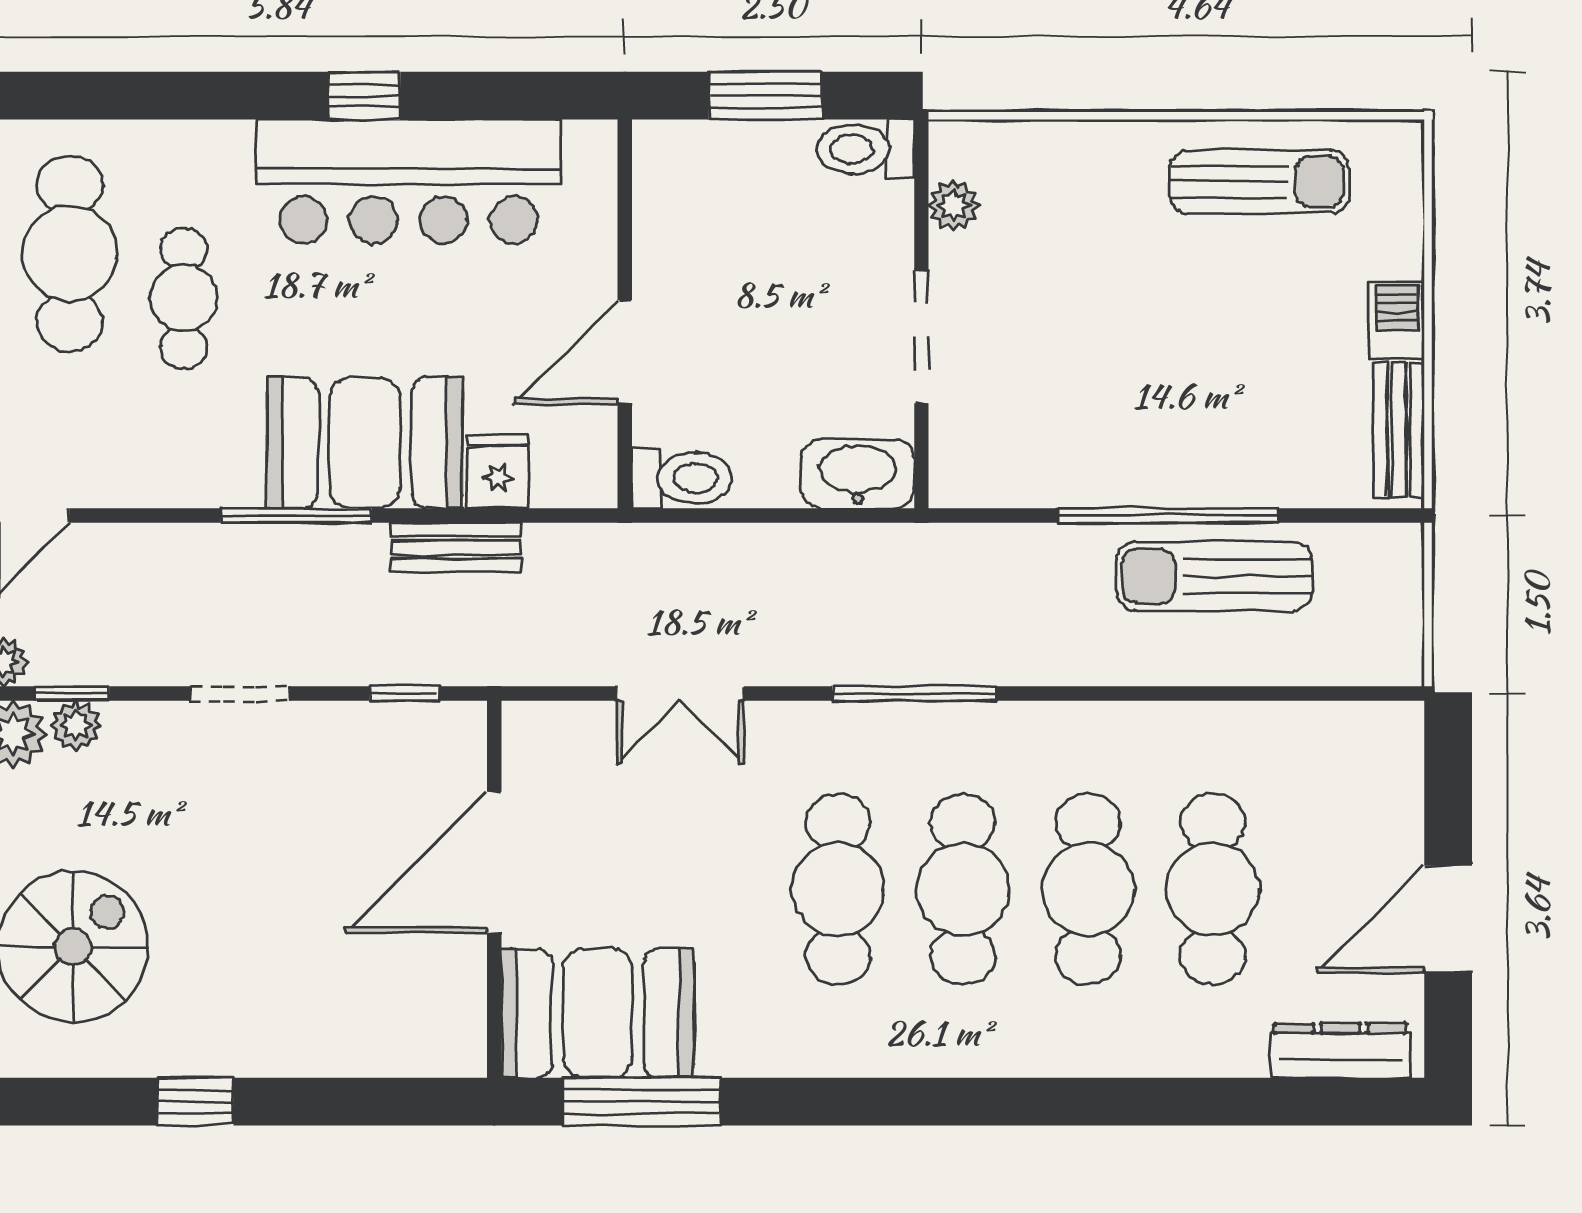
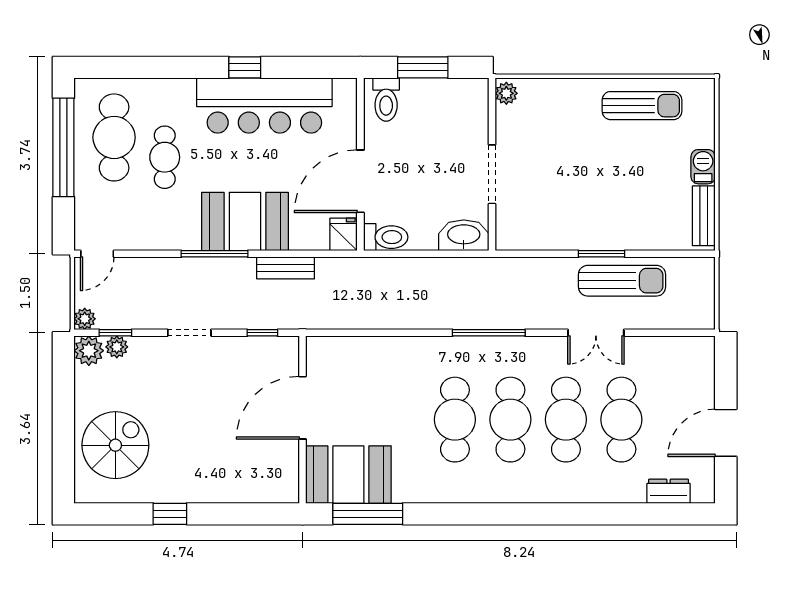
toilet: (865, 149) -> (386, 100), moved, turned -90
plant: (954, 206) -> (506, 93), moved
door: (625, 352) -> (360, 181), width x1.36
fridge: (498, 472) -> (344, 234), moved
window: (1168, 516) -> (601, 254), width x0.47
sun lounger: (1214, 576) -> (622, 281), turned 180
double door: (680, 693) -> (596, 333), moved
dresser: (1340, 1051) -> (669, 491), width x0.70

